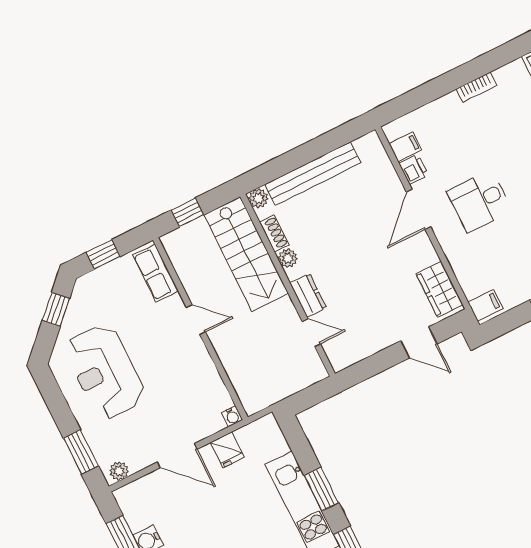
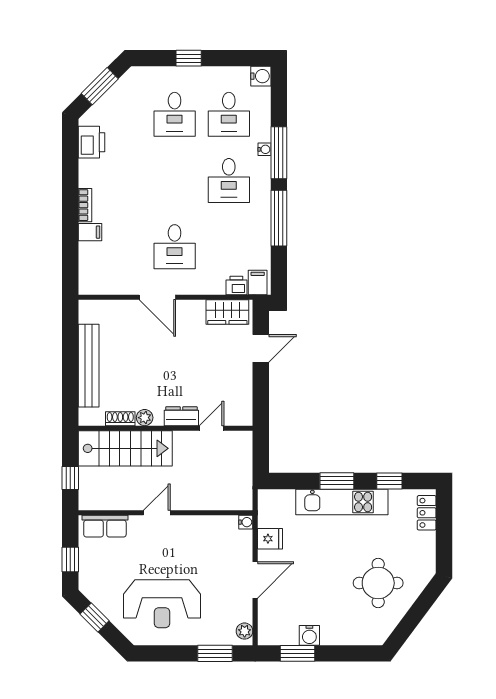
filing cabinet: (405, 147) -> (90, 232), moved, turned 90
printer: (414, 169) -> (236, 285), moved
plant: (258, 198) -> (87, 417), removed

